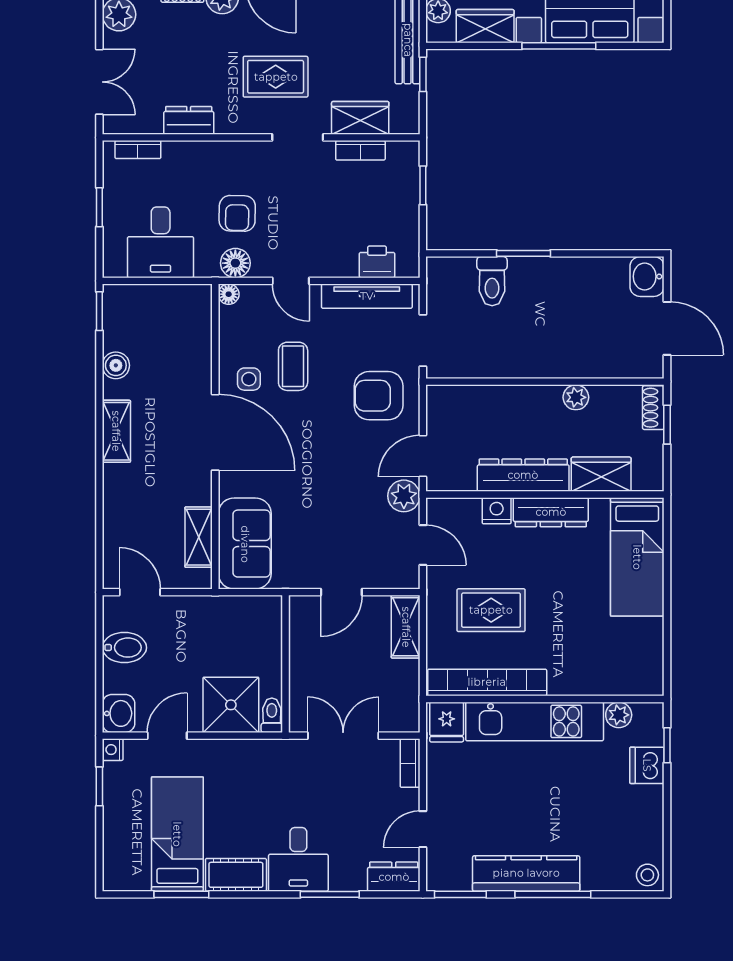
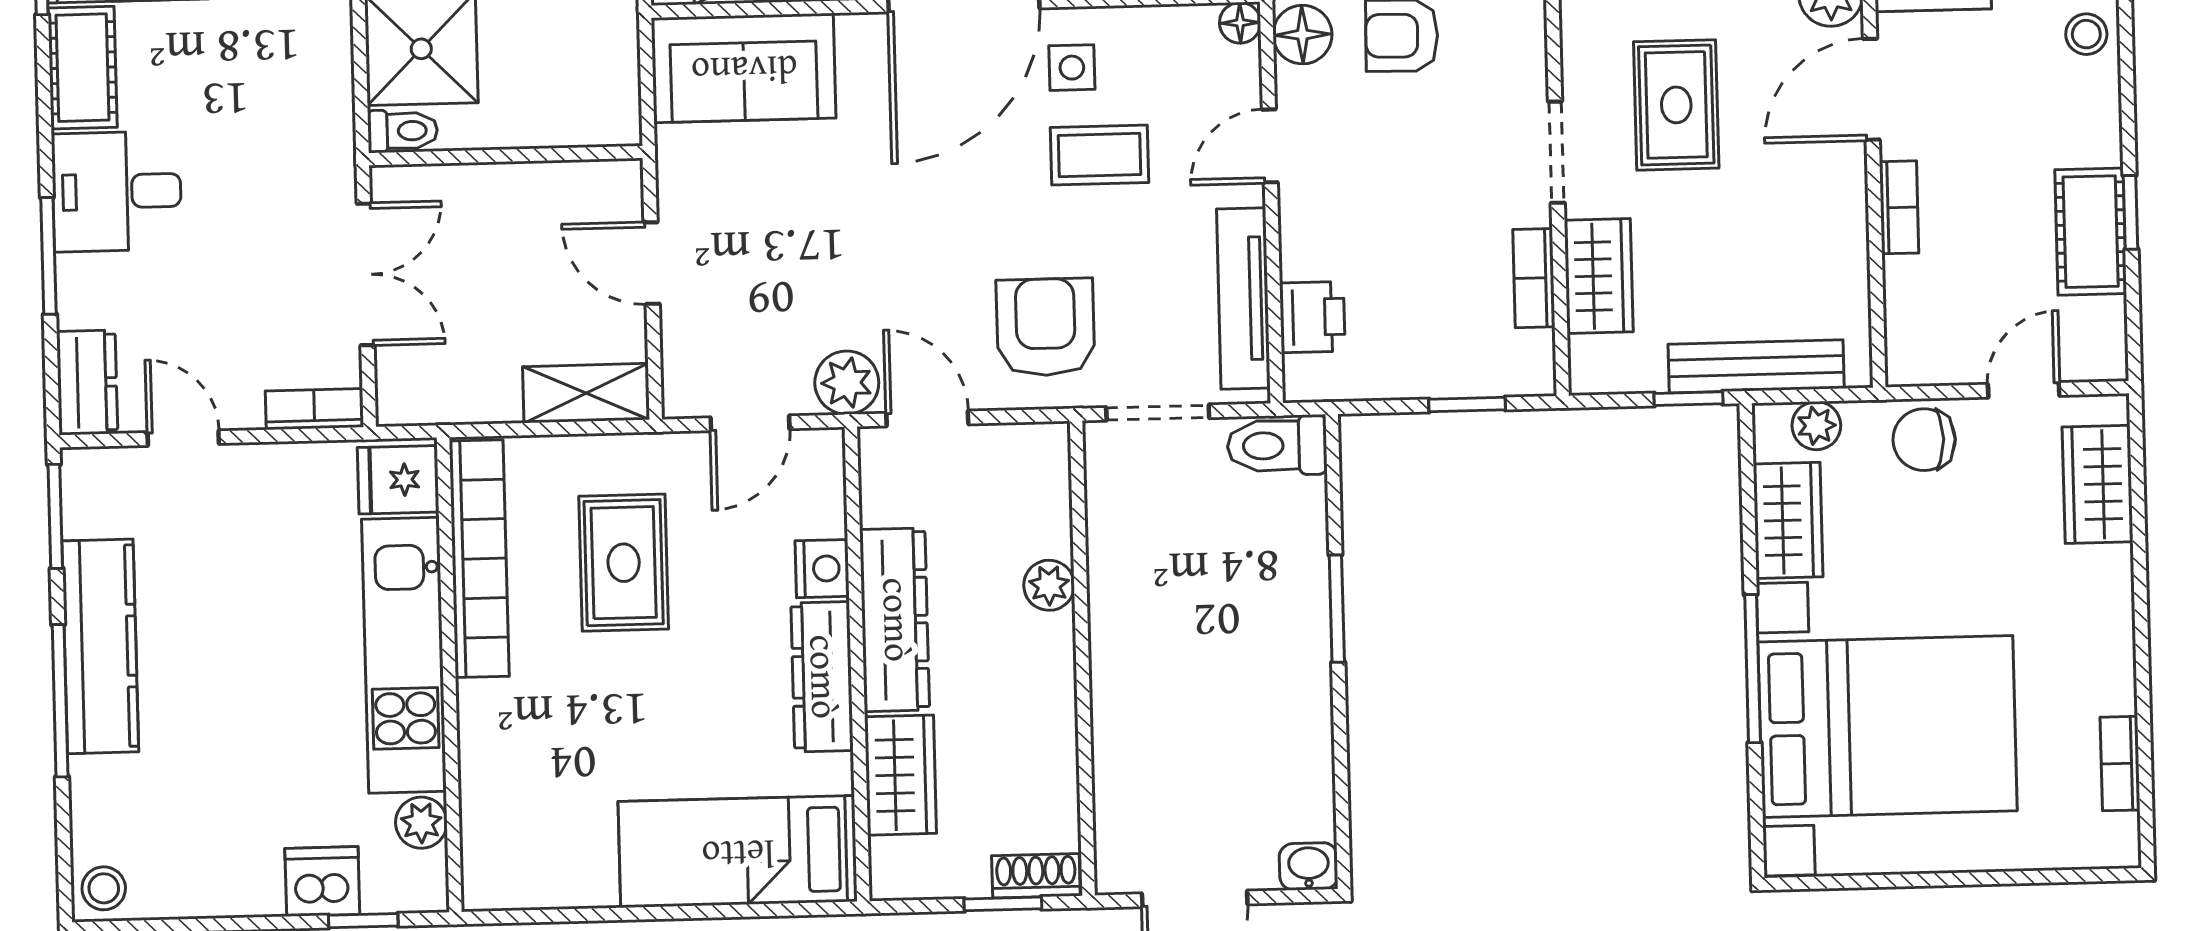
washbasin: (647, 276) -> (1309, 866), width x0.72, depth x0.69
toilet: (492, 281) -> (1277, 446), moved
plant: (576, 397) -> (1049, 585), moved

